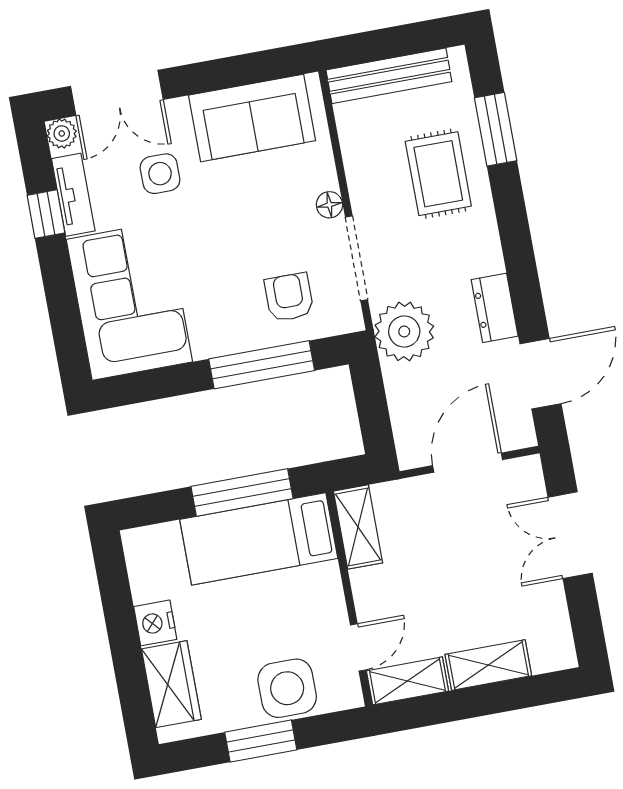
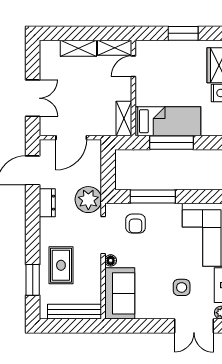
double door: (117, 93) -> (194, 326), swing flipped
sofa: (252, 118) -> (120, 293), moved, turned 90
side table: (287, 688) -> (167, 54), removed

